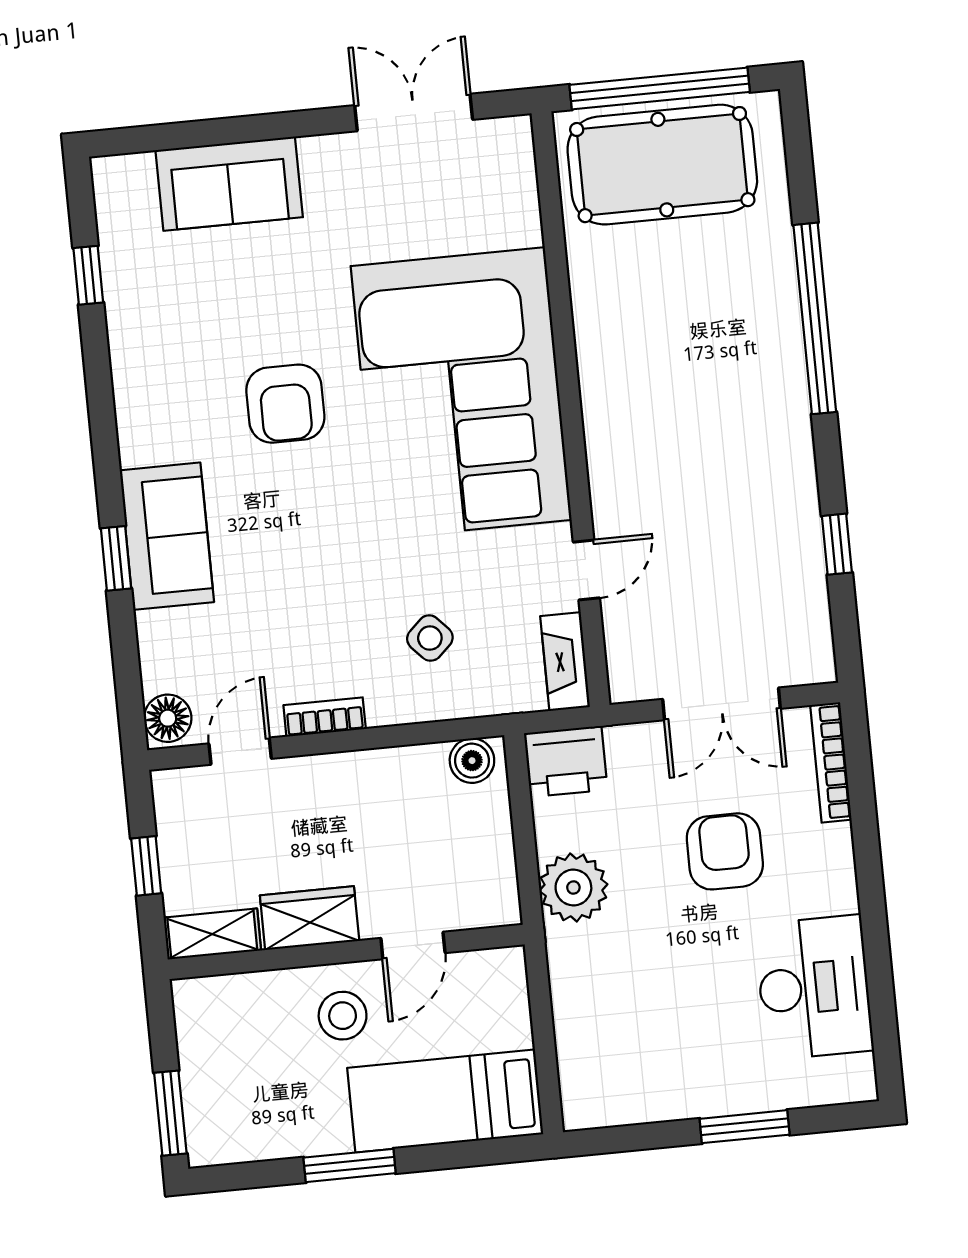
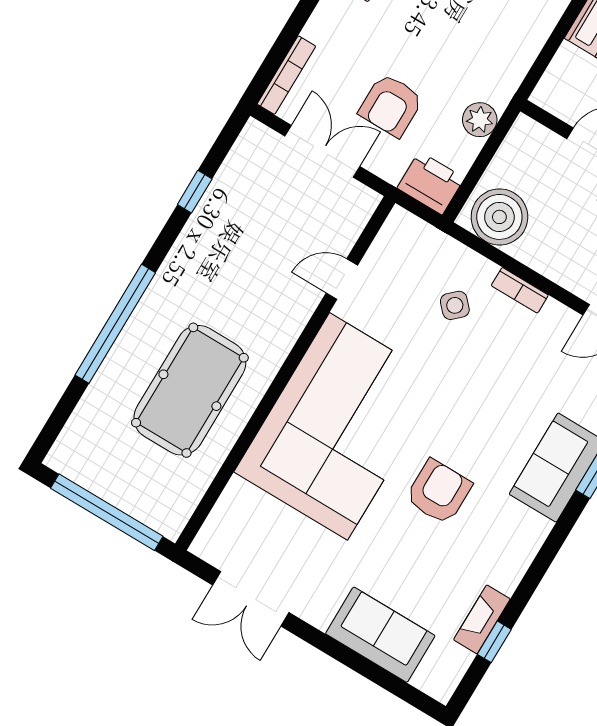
pool table: (662, 165) -> (190, 390), moved, turned 90
fireplace: (565, 662) -> (482, 619), moved, turned 180
bookcase: (325, 717) -> (520, 290), moved
boiler: (472, 761) -> (499, 217), width x1.86, depth x1.86
armchair: (725, 851) -> (391, 105), moved
plant: (573, 887) -> (480, 120), width x0.73, depth x0.73

